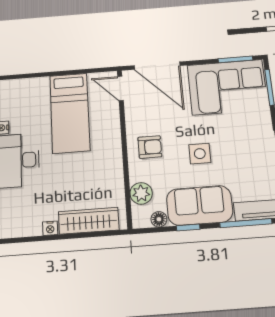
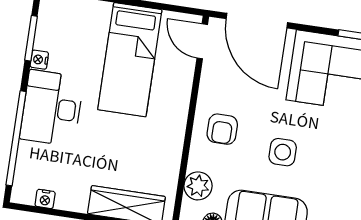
armchair: (150, 147) -> (222, 129), turned 90
nightstand: (50, 228) -> (45, 199), moved

